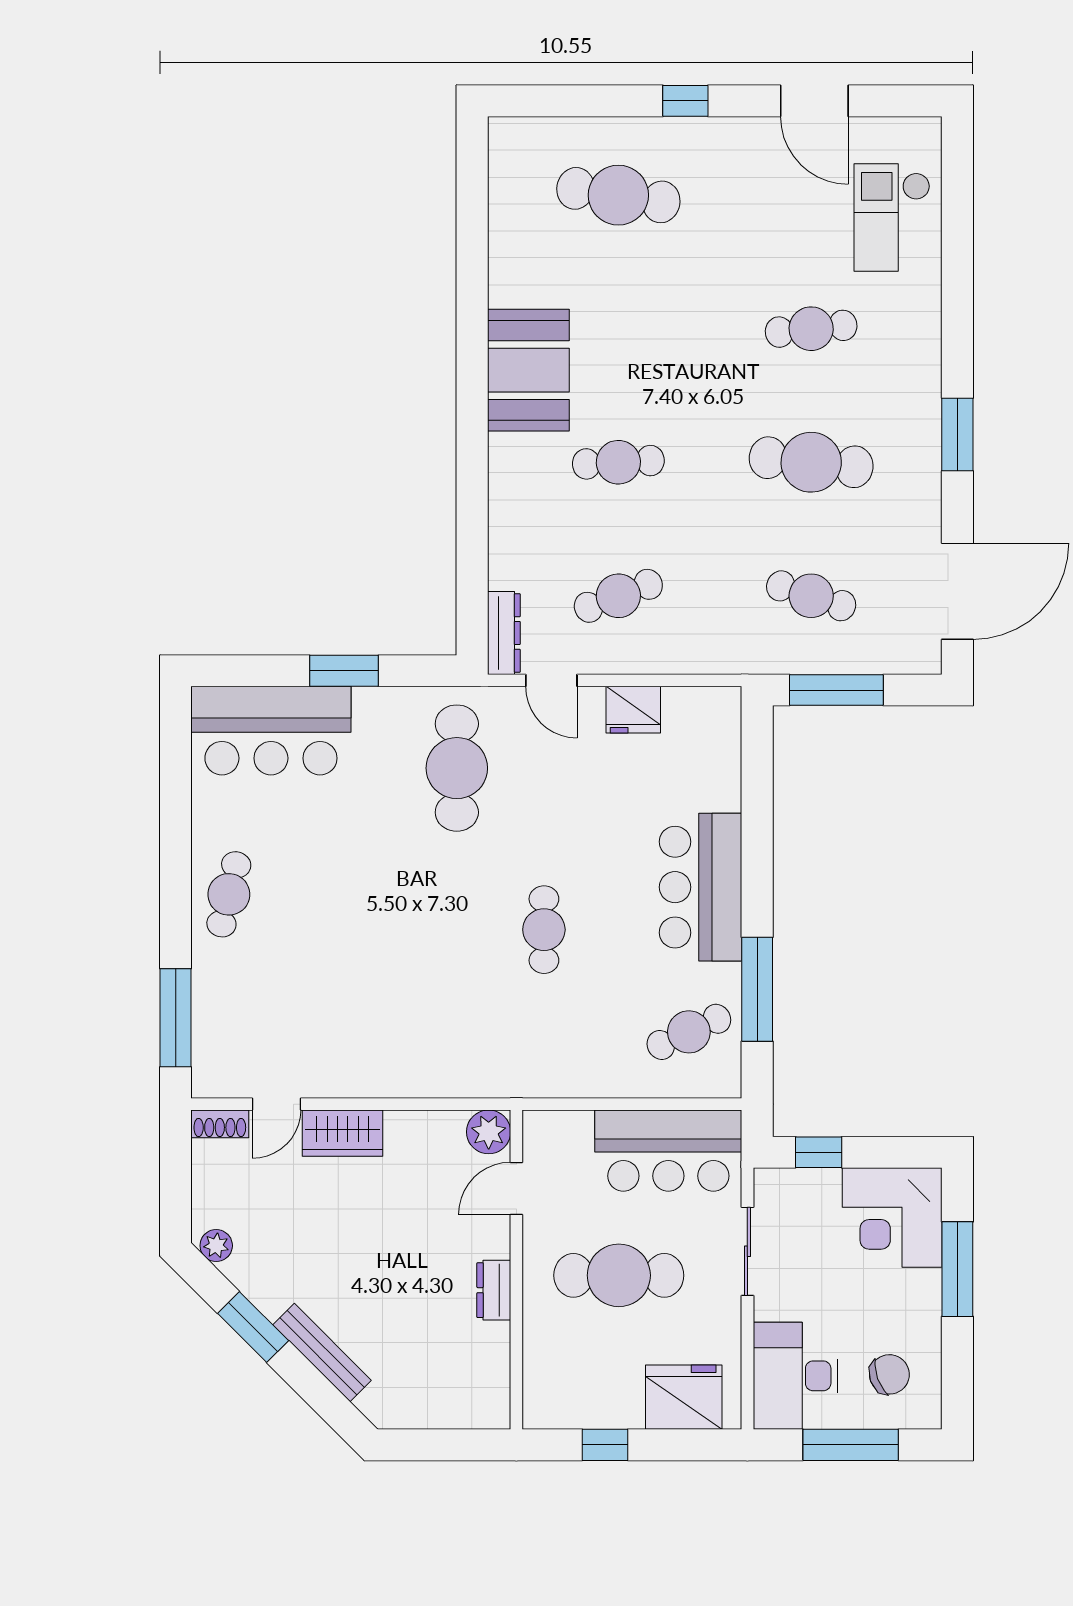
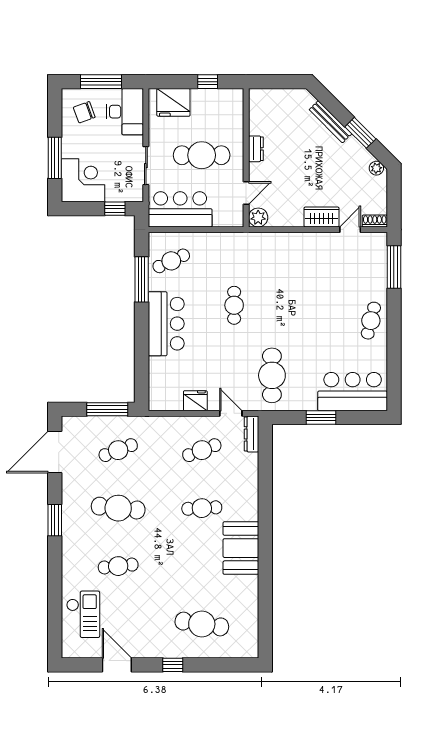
cafe table: (811, 596) -> (118, 450), turned -39

